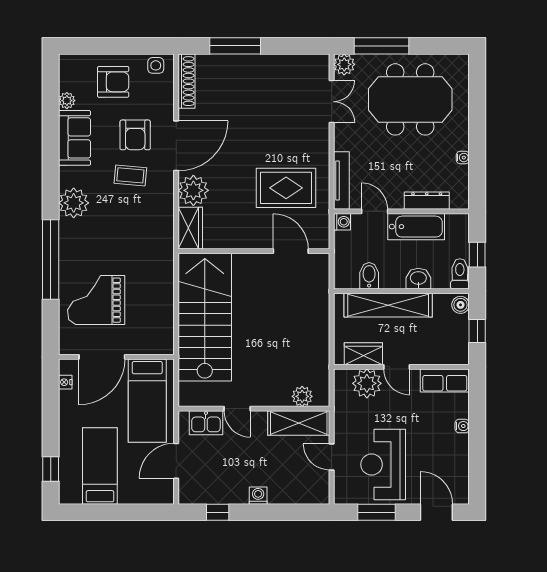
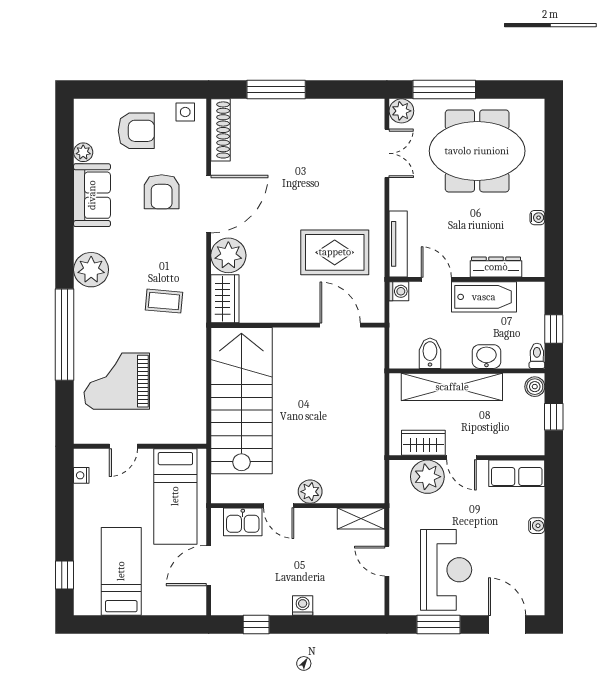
coffee table: (130, 175) -> (164, 301), moved
toilet: (460, 274) -> (537, 356), width x0.73, depth x0.72
door: (102, 357) -> (123, 446), width x0.53
plant: (302, 396) -> (310, 492), moved
shelving: (299, 423) -> (361, 519), width x0.67, depth x0.75
reception desk: (383, 464) -> (446, 570), turned 180

